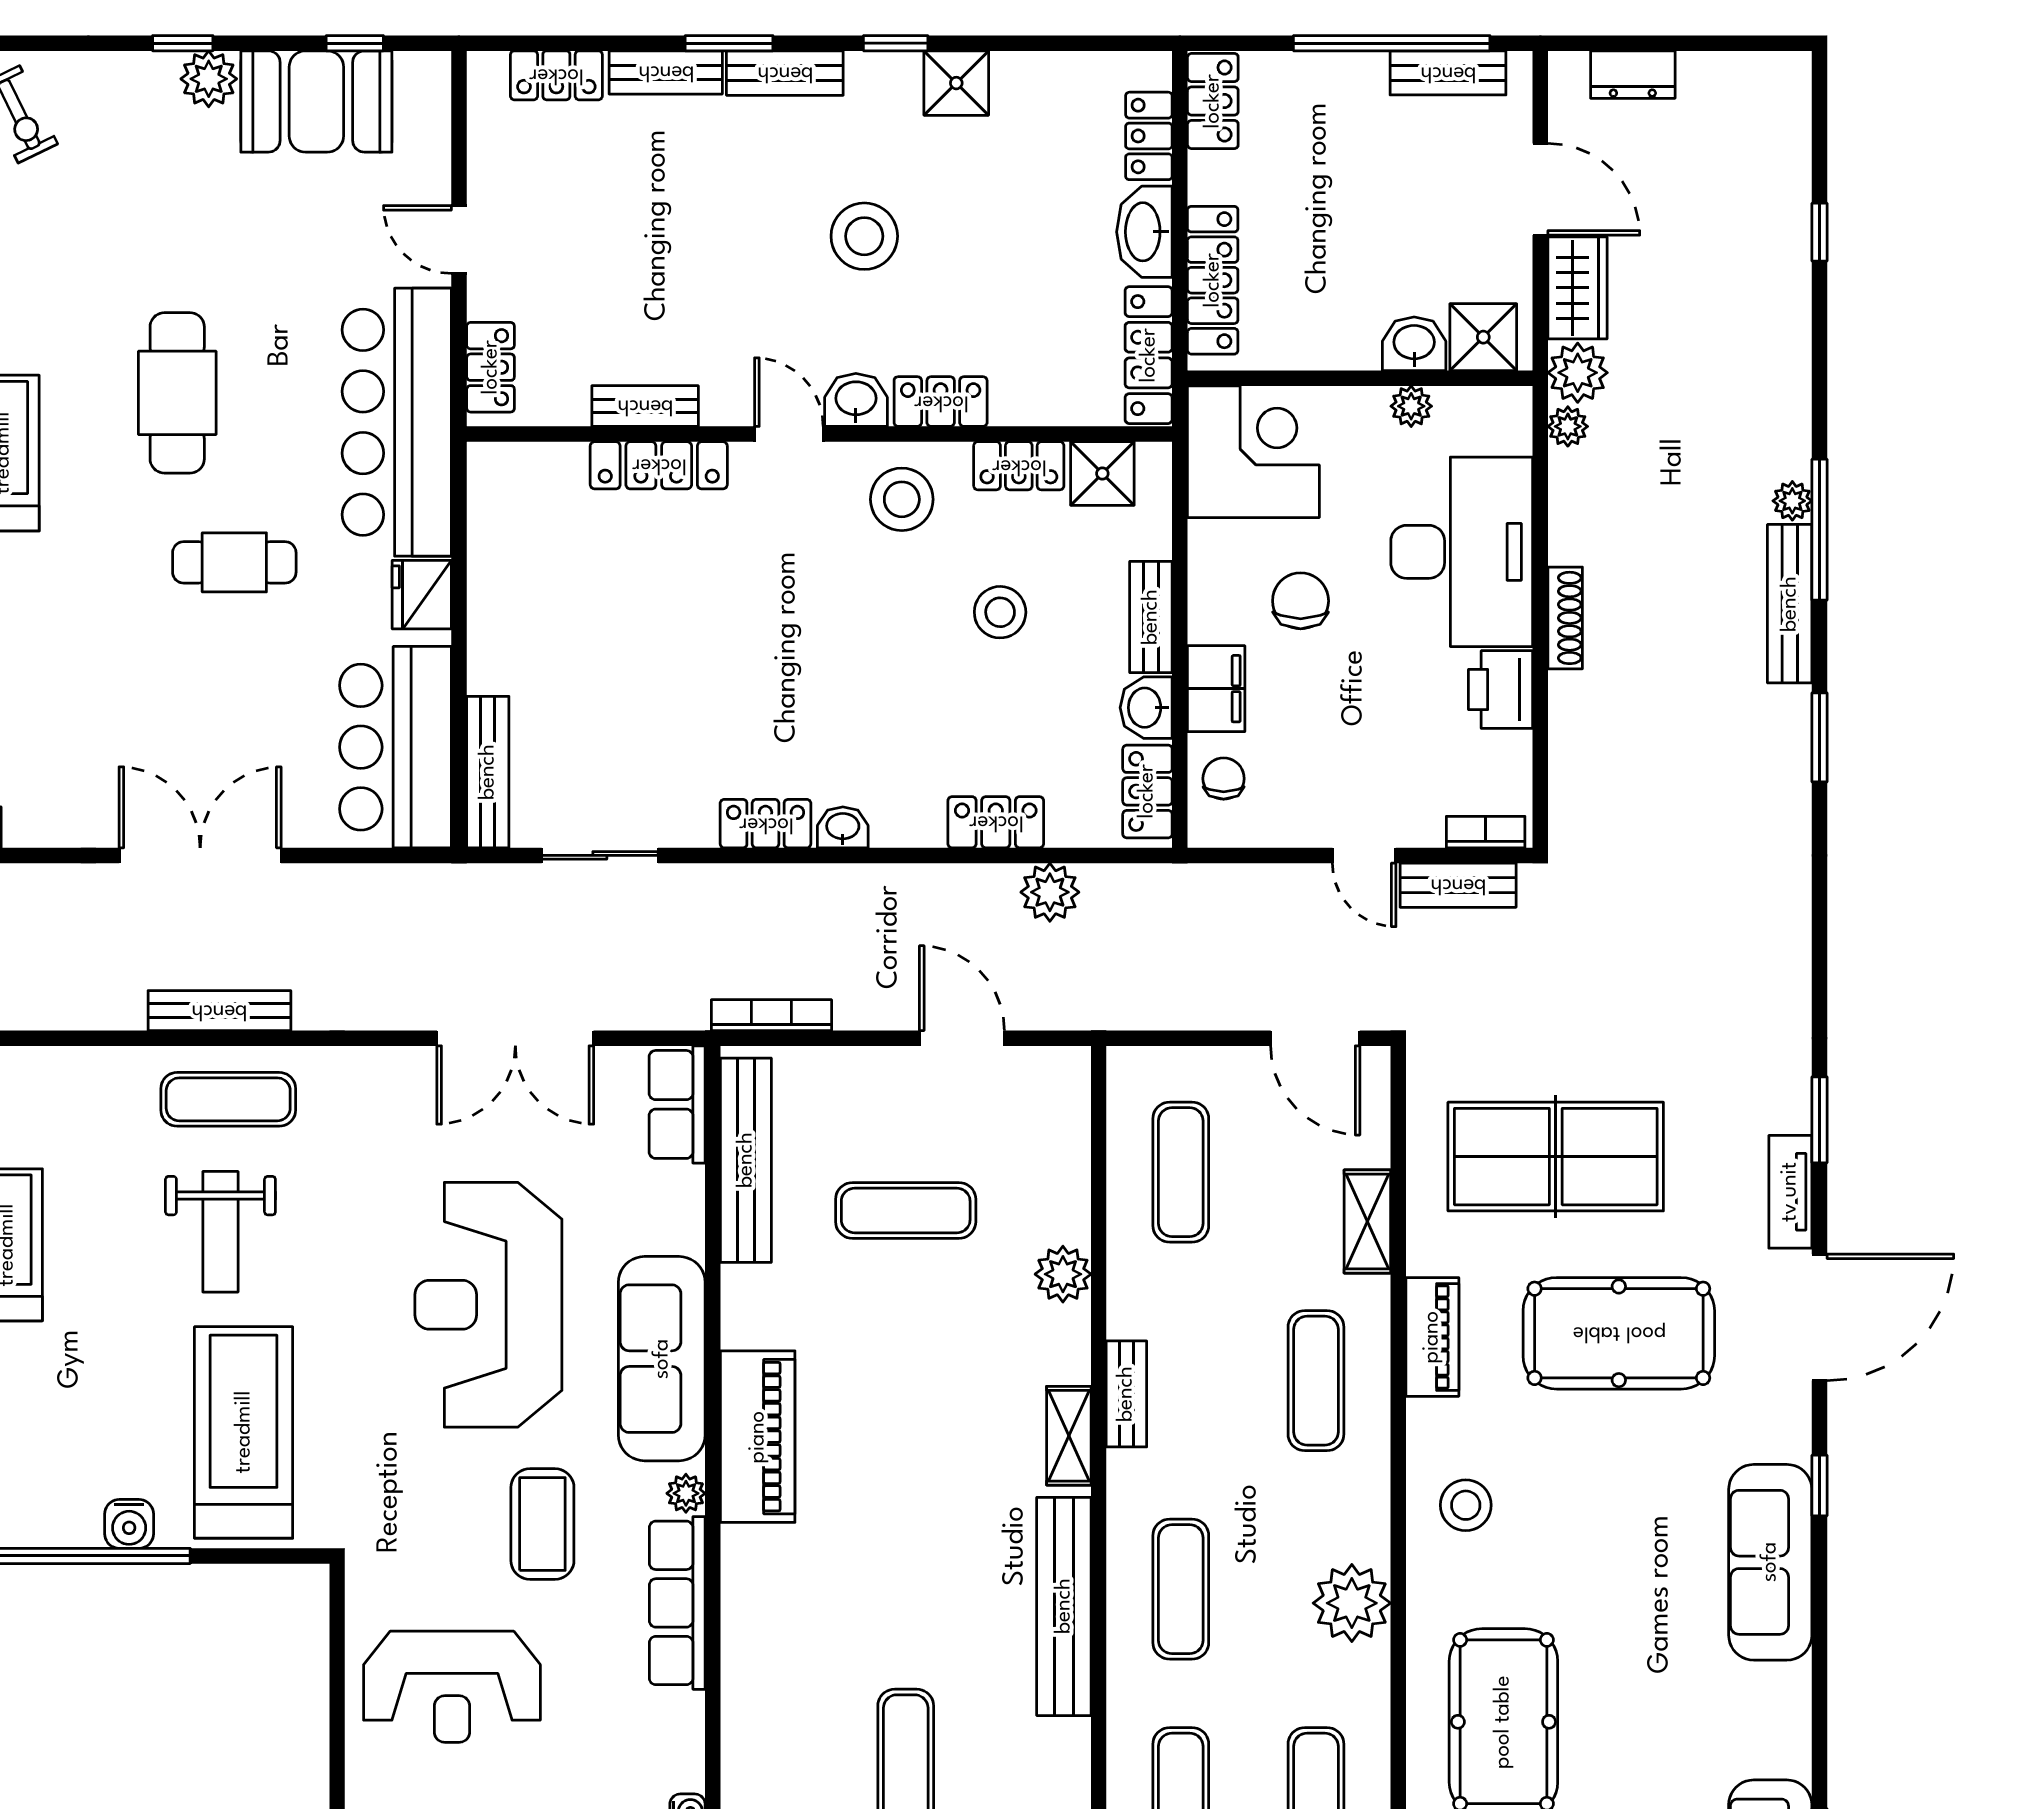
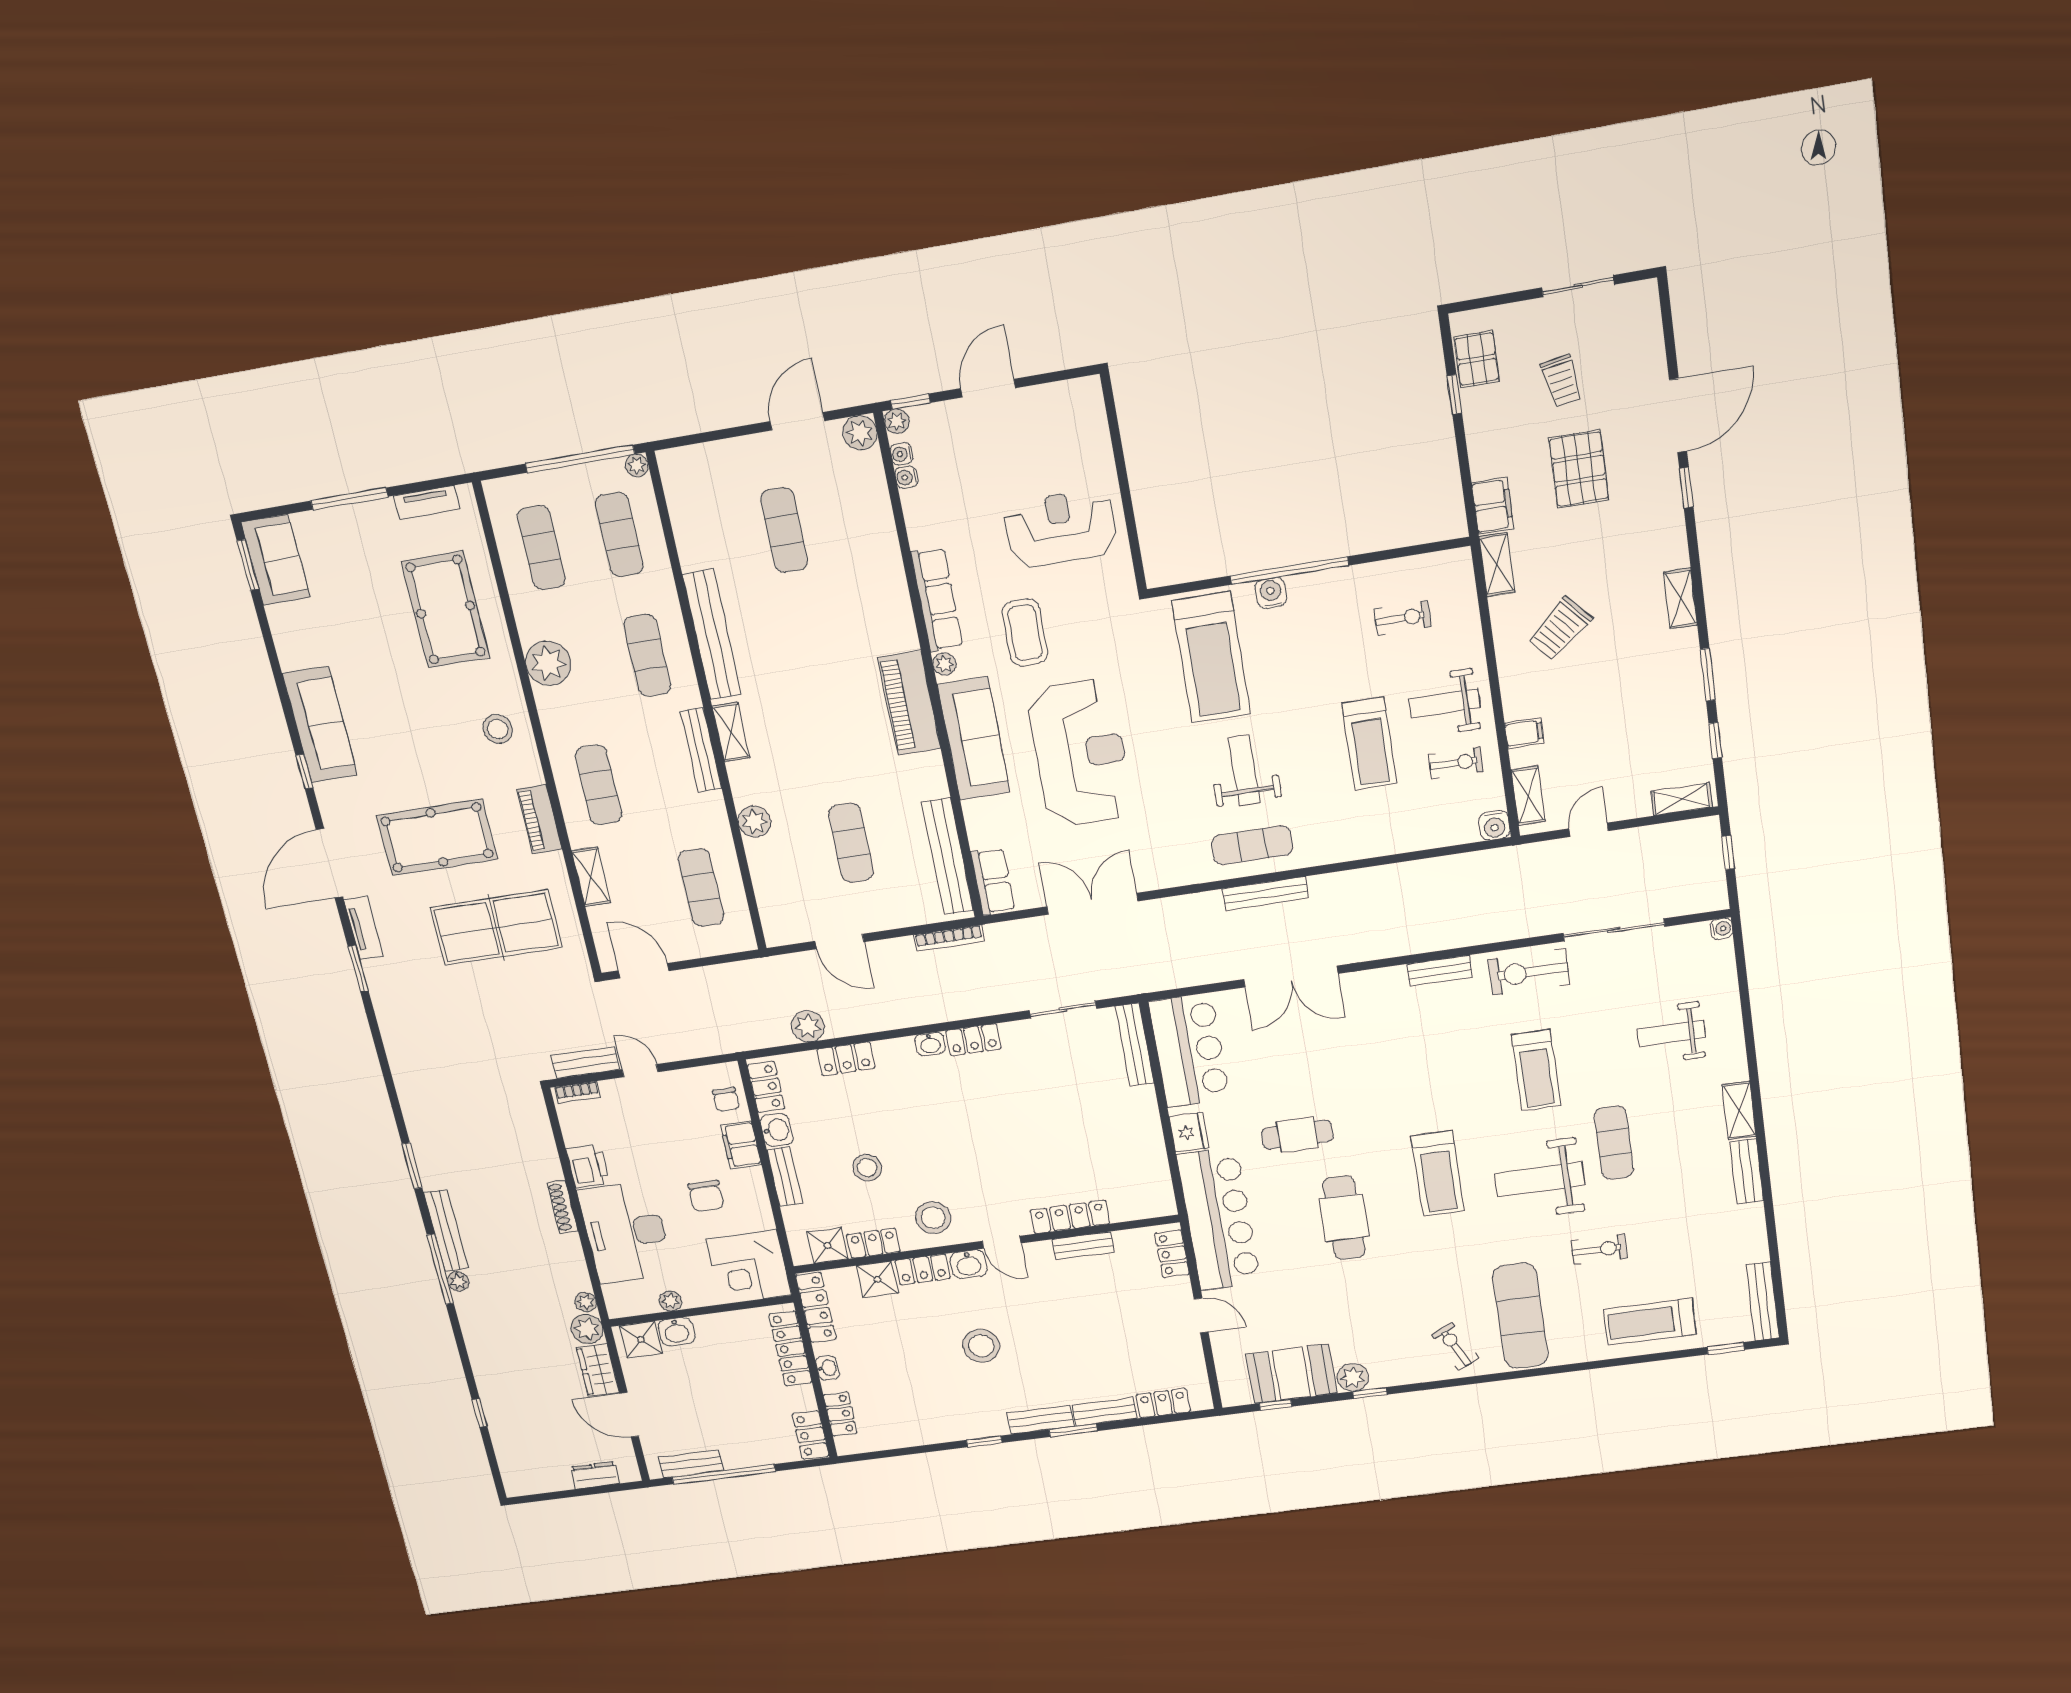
shower: (956, 83) -> (877, 1279), moved
washbasin: (1144, 232) -> (828, 1368), width x0.52, depth x0.69
exercise mat: (906, 1210) -> (851, 843), turned 90
bench: (1126, 1394) -> (701, 750), width x1.36

